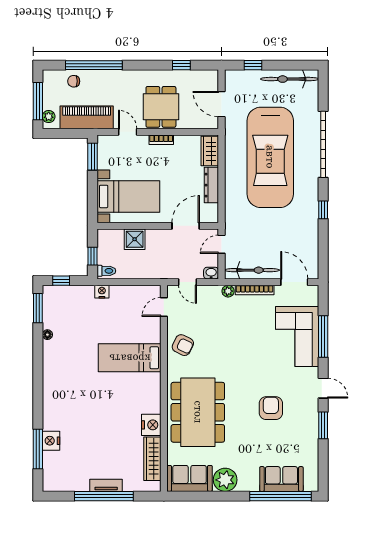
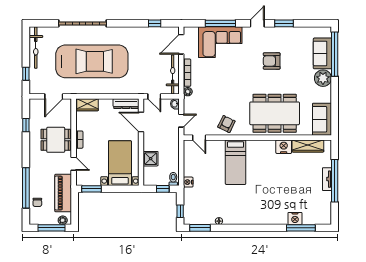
door: (128, 132) -> (74, 164), swing flipped
dresser: (211, 185) -> (126, 104), moved
window: (323, 210) -> (155, 23), moved
plant: (225, 480) -> (323, 78), moved

